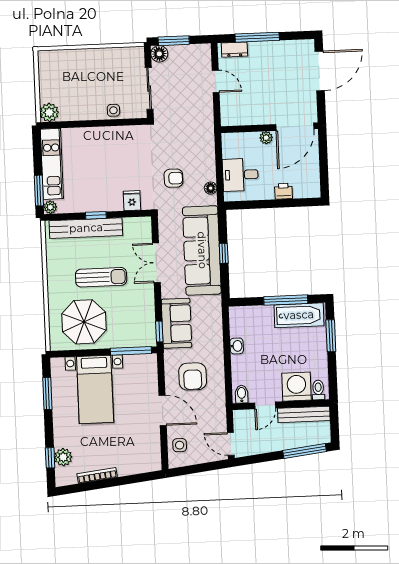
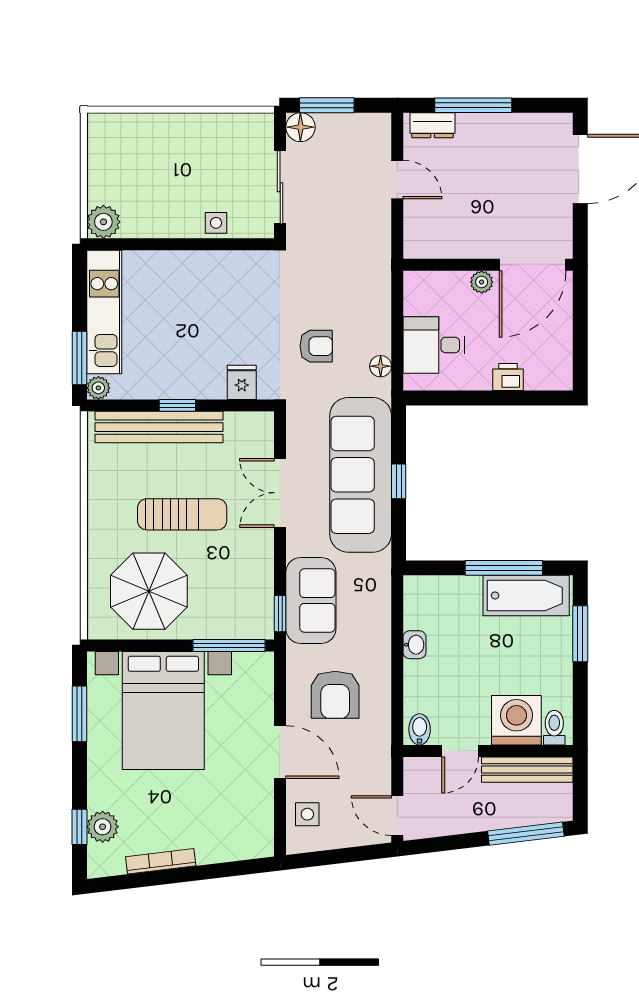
bed with nightstands: (95, 389) -> (163, 710), width x1.36

